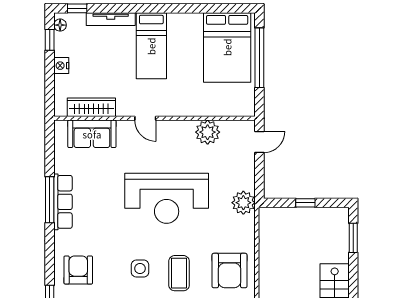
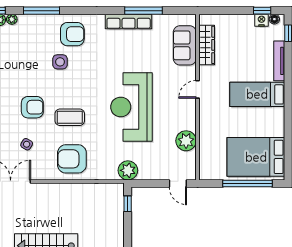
nightstand: (61, 66) -> (262, 20), moved
window: (50, 200) -> (143, 11), moved
window: (305, 203) -> (128, 204), moved
side table: (140, 269) -> (60, 62), moved

